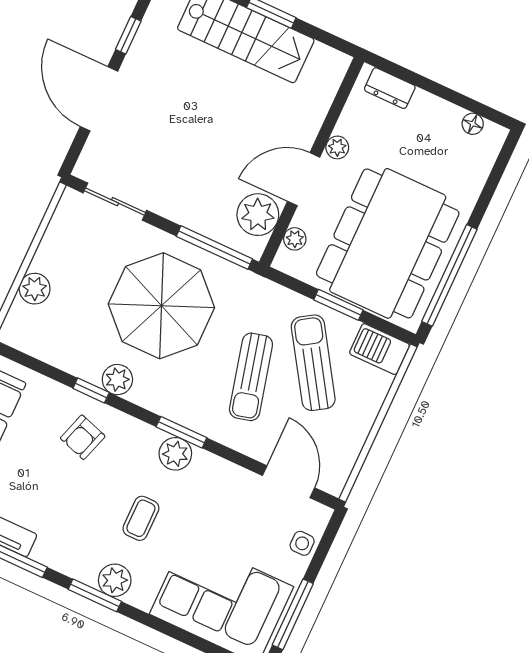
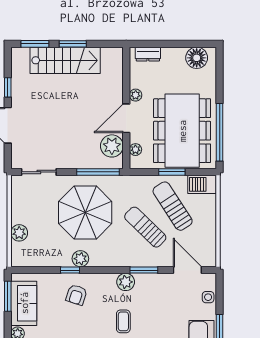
floor lamp: (473, 124) -> (197, 58), width x1.89, depth x1.89
sun lounger: (251, 377) -> (145, 227), turned 148
window: (181, 432) -> (144, 270), moved

